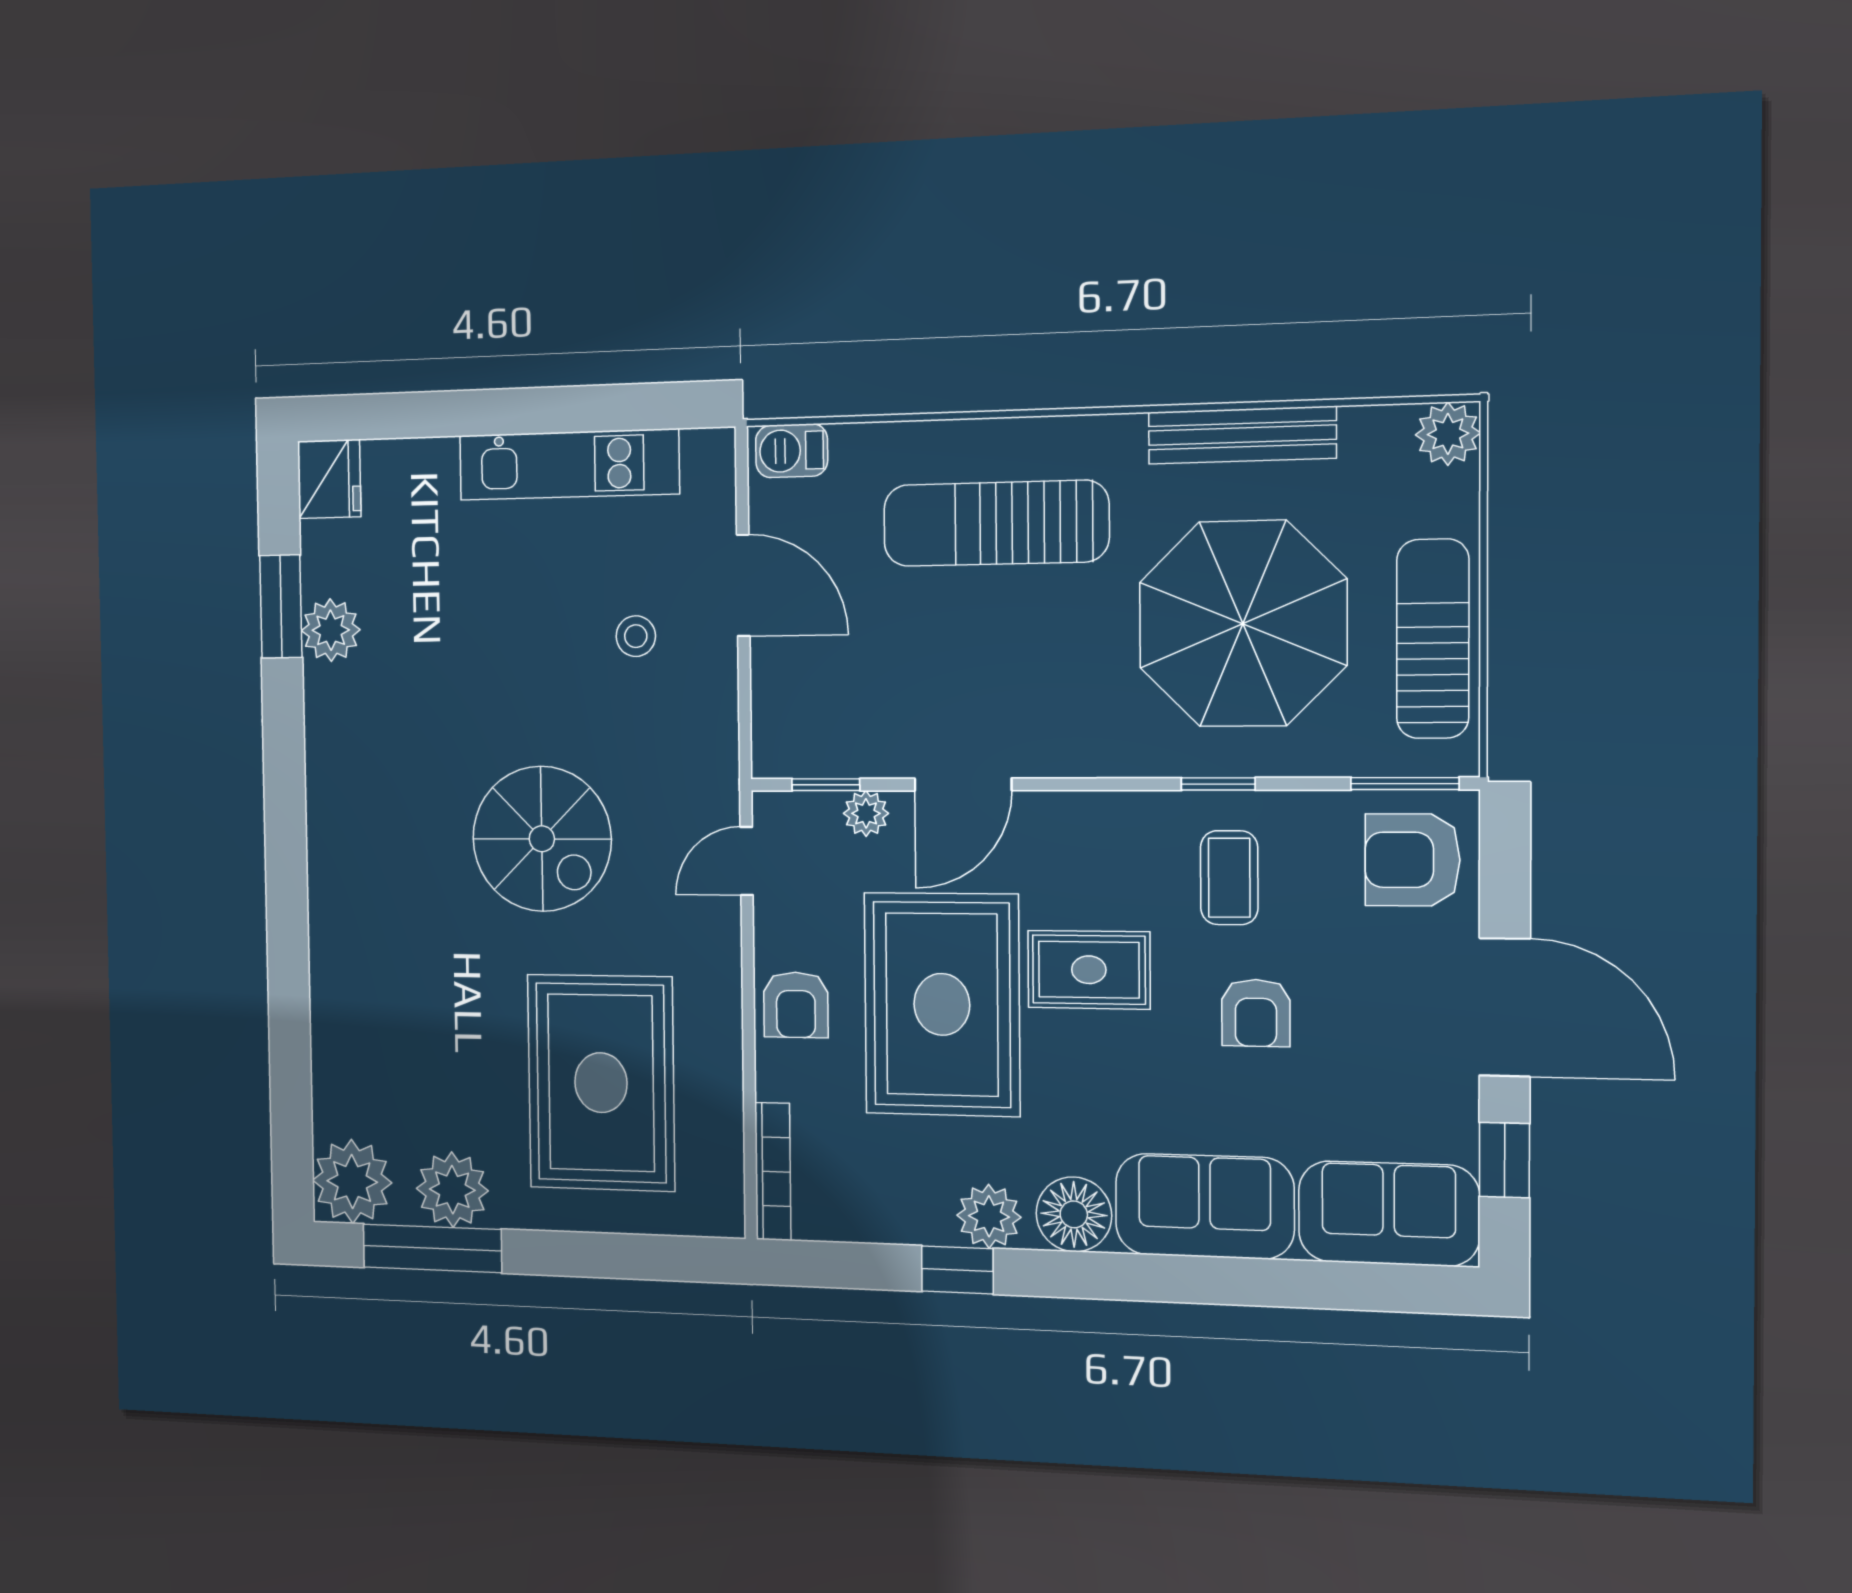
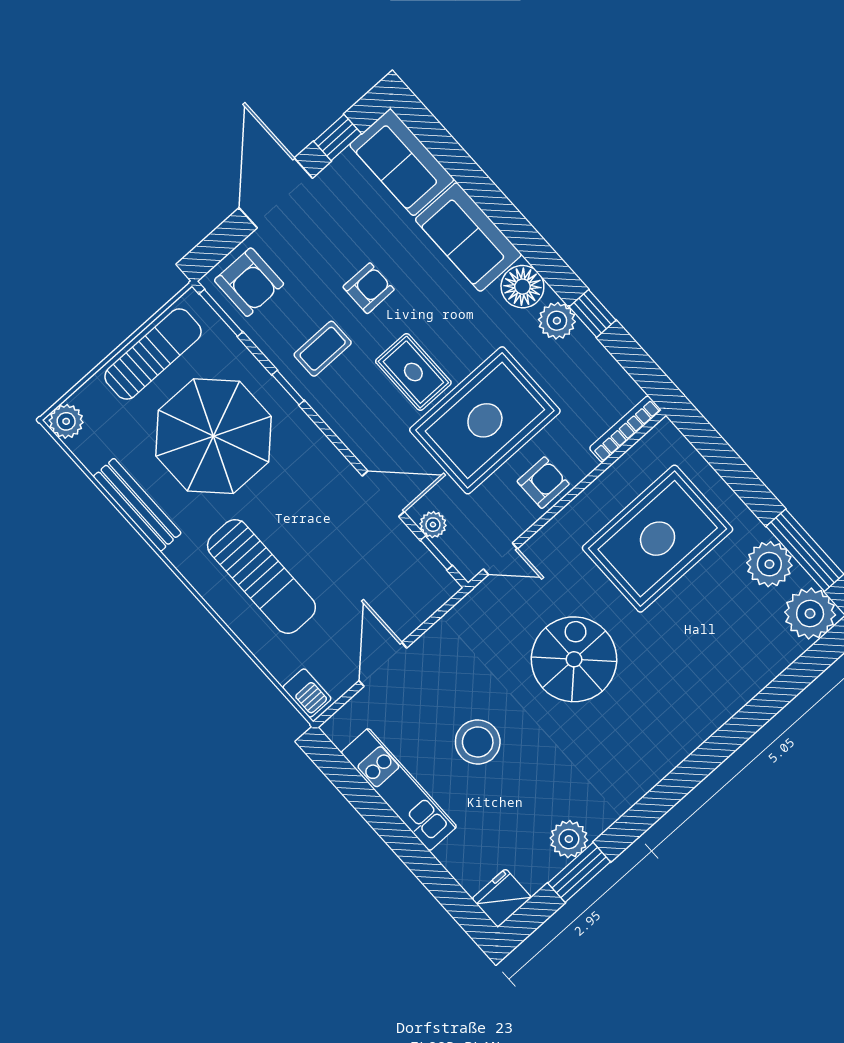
stool: (636, 636) -> (478, 742), moved, width x1.89, depth x1.89
sun lounger: (1433, 639) -> (153, 354), turned 180

